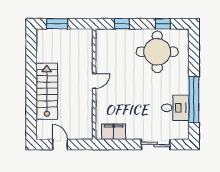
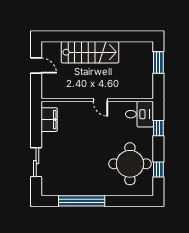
desk: (175, 108) -> (139, 114), moved, turned -90
door: (60, 144) -> (36, 66), hinge flipped

